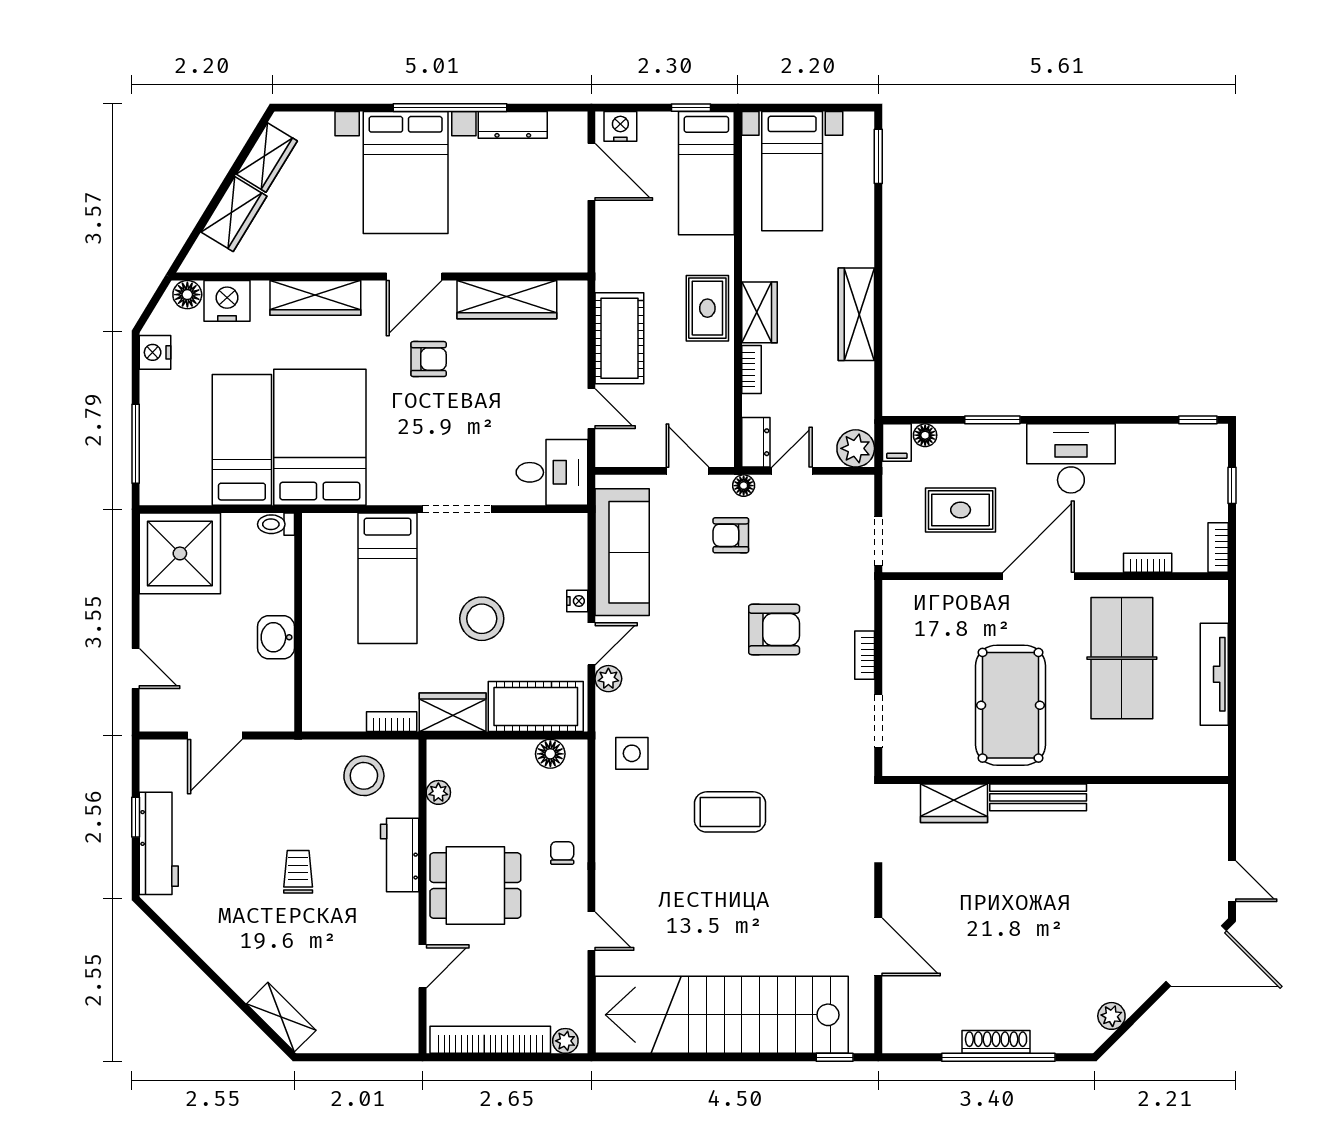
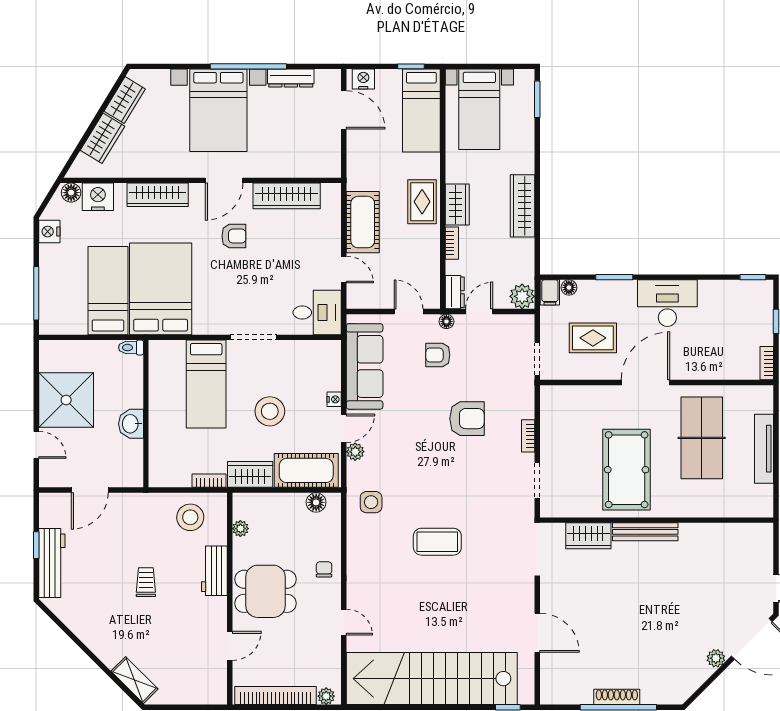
shower: (180, 553) -> (66, 400), moved
bookcase: (1148, 563) -> (719, 373), removed
plant: (1111, 1016) -> (716, 658), moved

